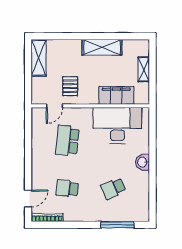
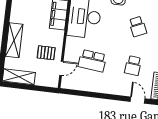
shelving: (102, 47) -> (14, 40), moved
door: (54, 106) -> (61, 68), hinge flipped

